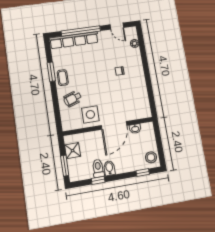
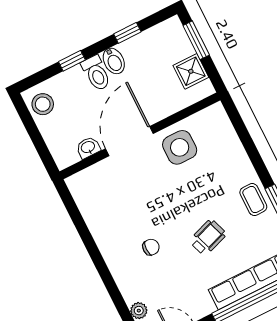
wheelchair: (73, 99) -> (208, 238), moved
toilet: (98, 168) -> (96, 73), moved
window: (143, 172) -> (72, 61), moved

